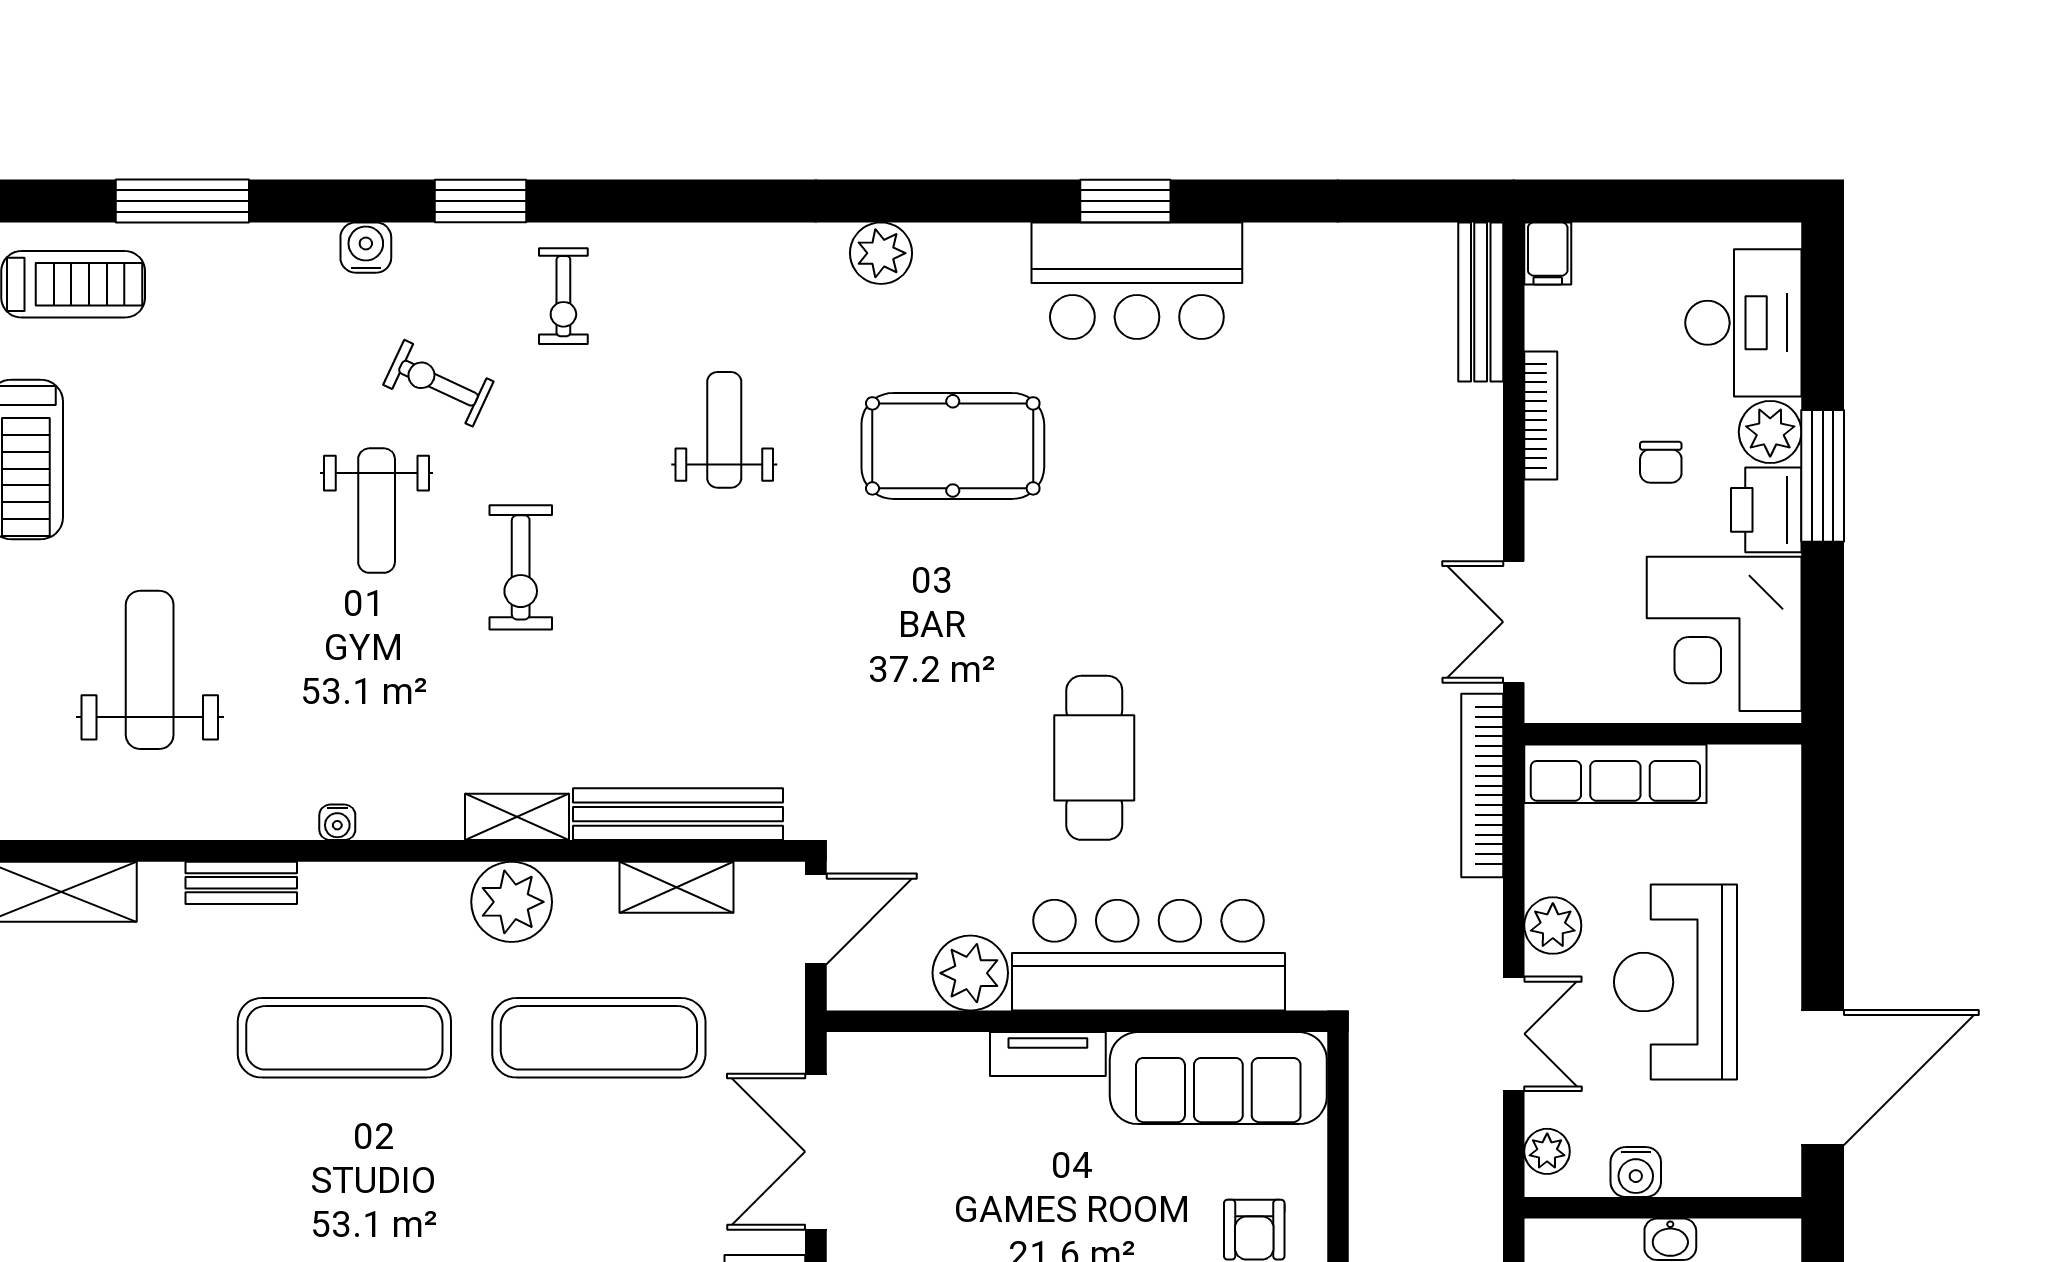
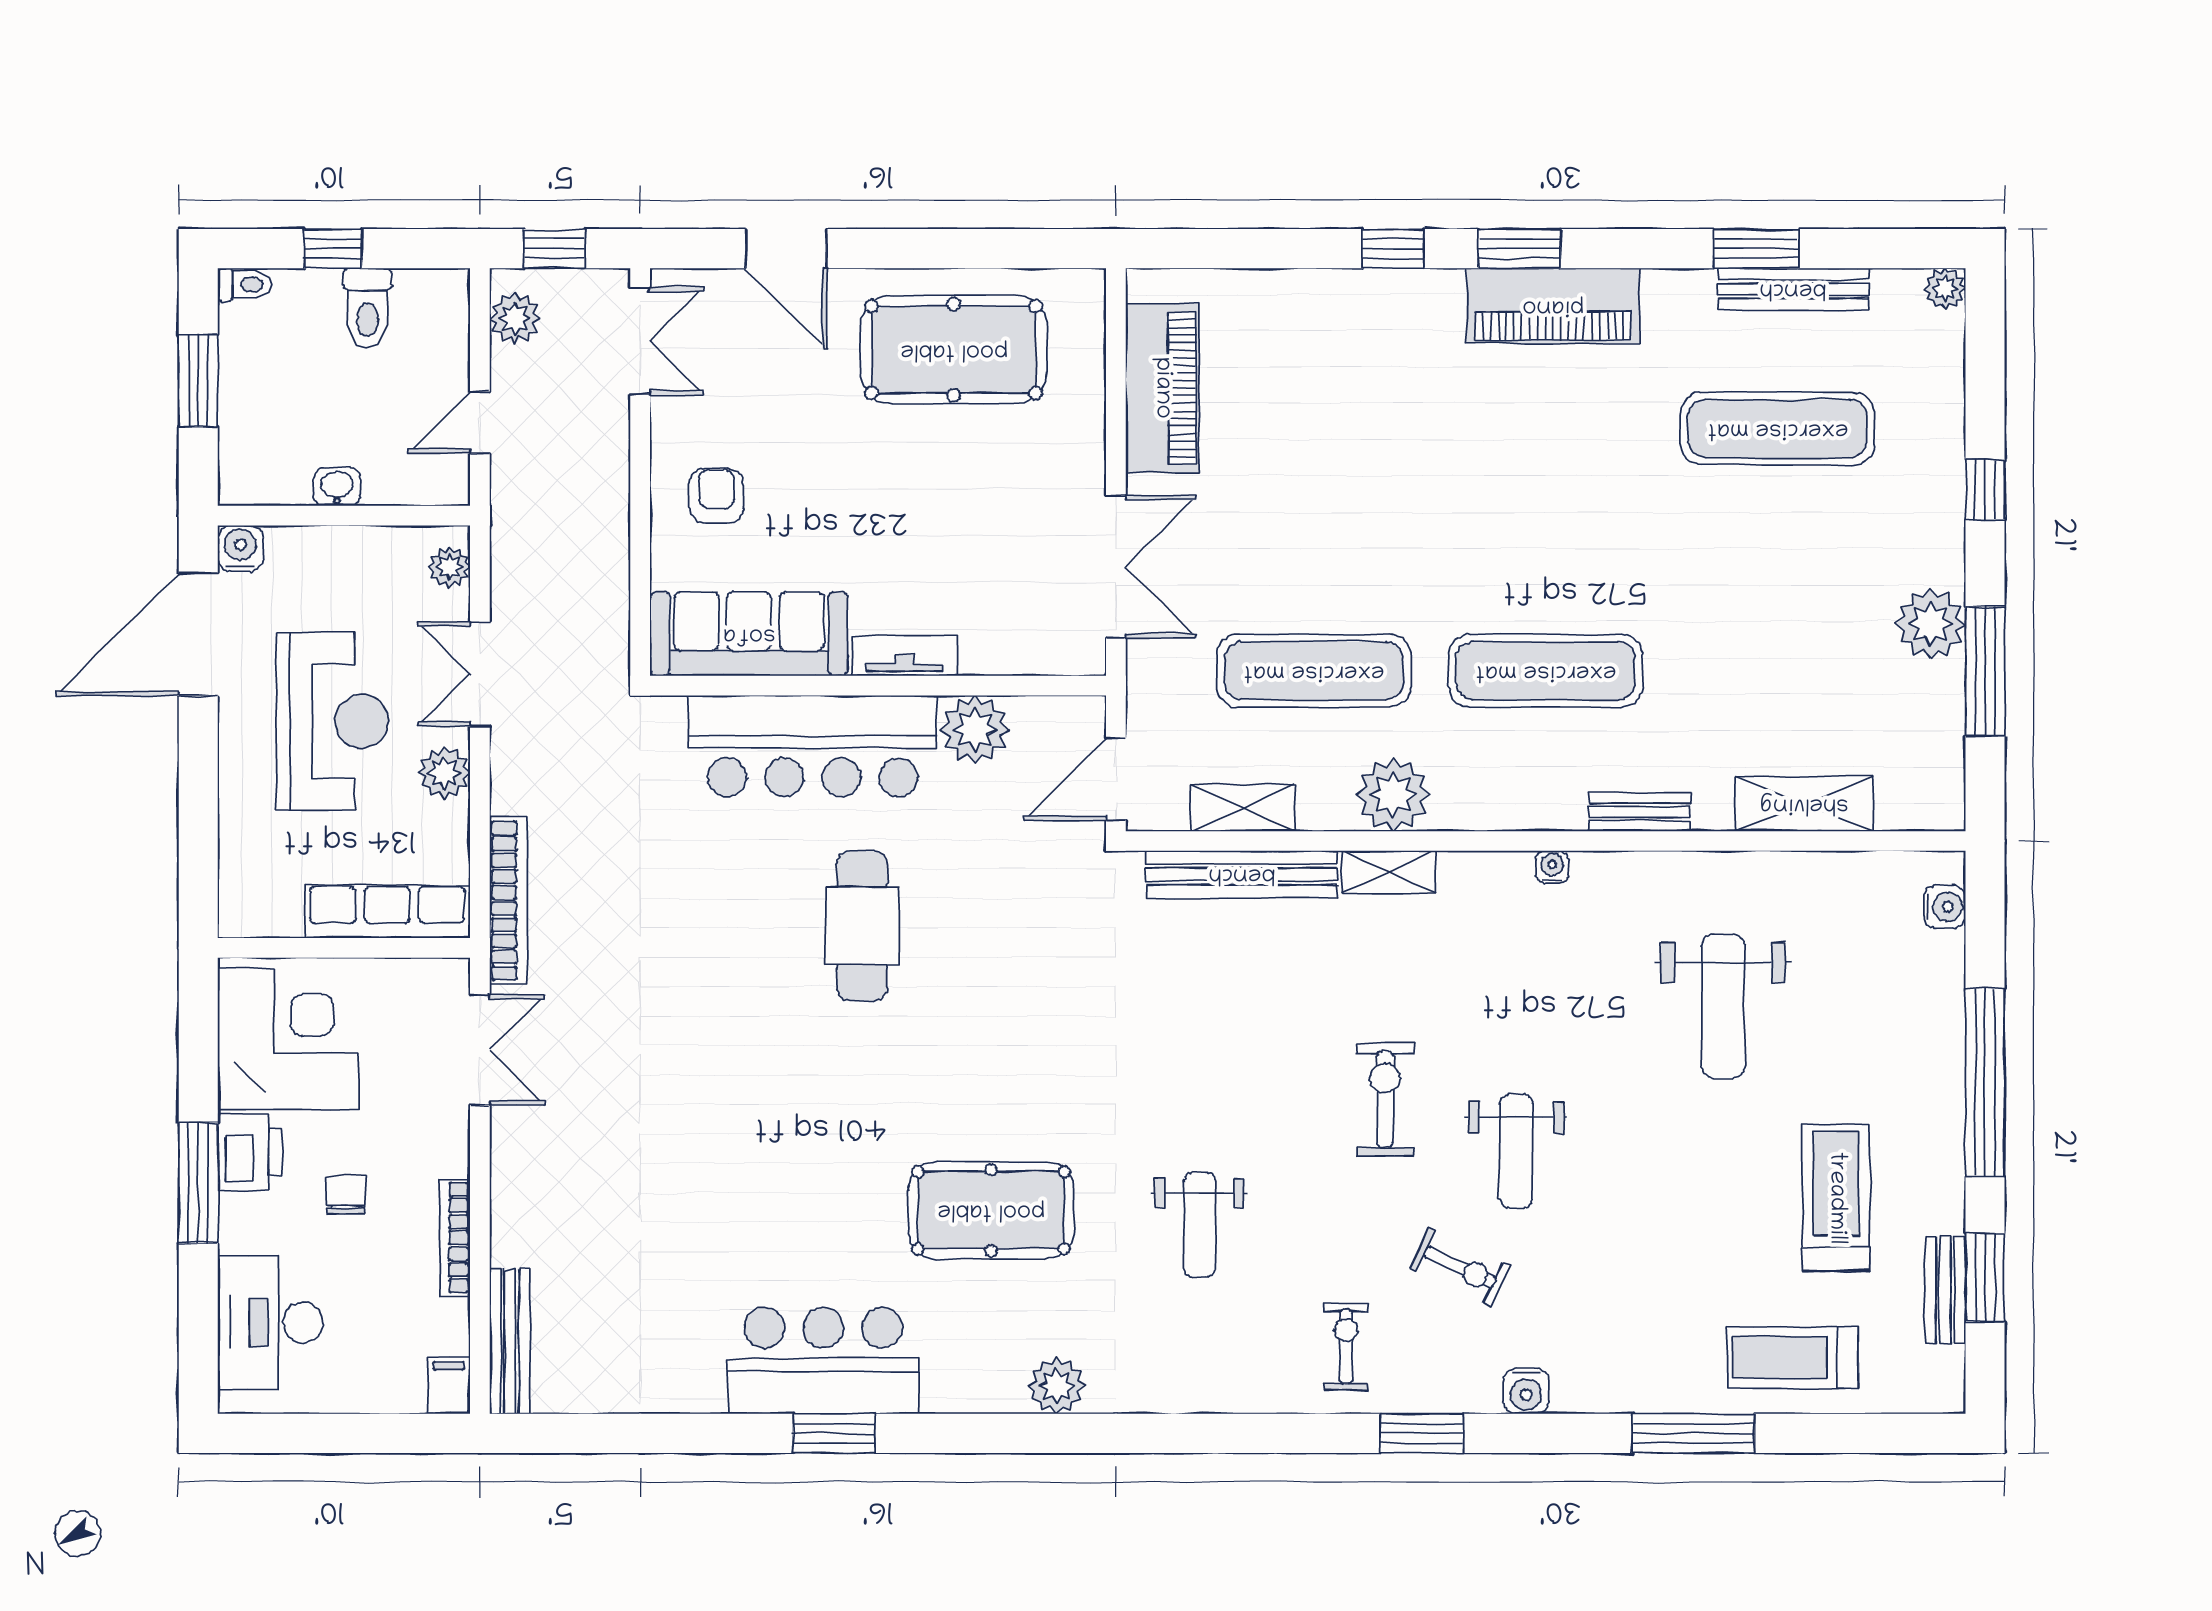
plant: (1770, 432) -> (246, 1223), removed
weight bench: (377, 511) -> (1516, 1151), turned 180
water cooler: (1636, 1172) -> (240, 548), moved

